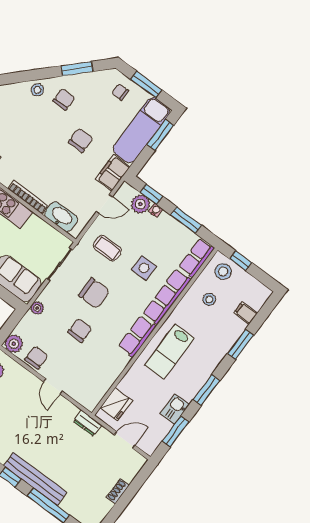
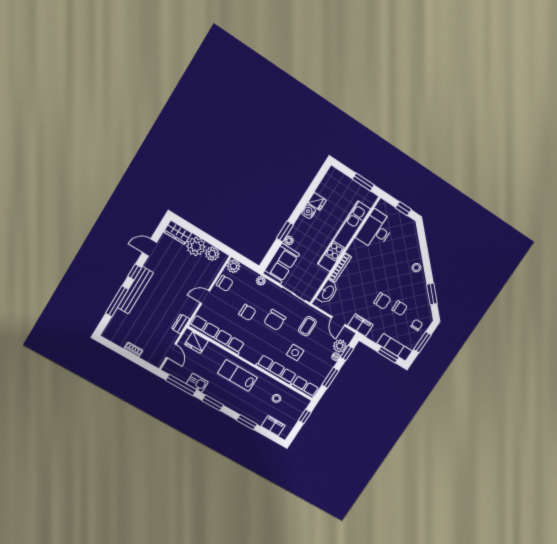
chair: (64, 99) -> (400, 308), moved
exam couch: (141, 130) -> (395, 347), width x0.73, depth x0.69
stool: (223, 272) -> (296, 406), removed
filing cabinet: (246, 313) -> (273, 426), width x2.00
row of seats: (137, 337) -> (217, 335), moved, width x2.02
window: (176, 431) -> (181, 385), width x1.44

